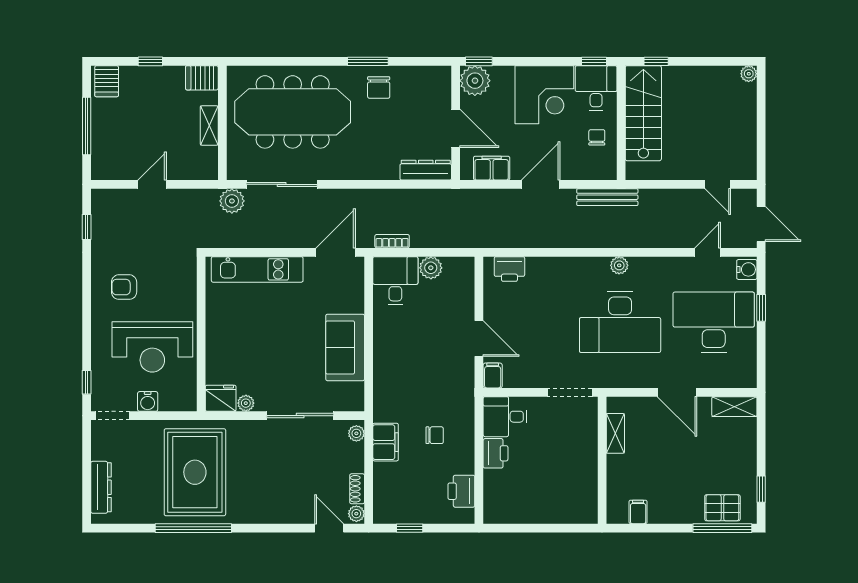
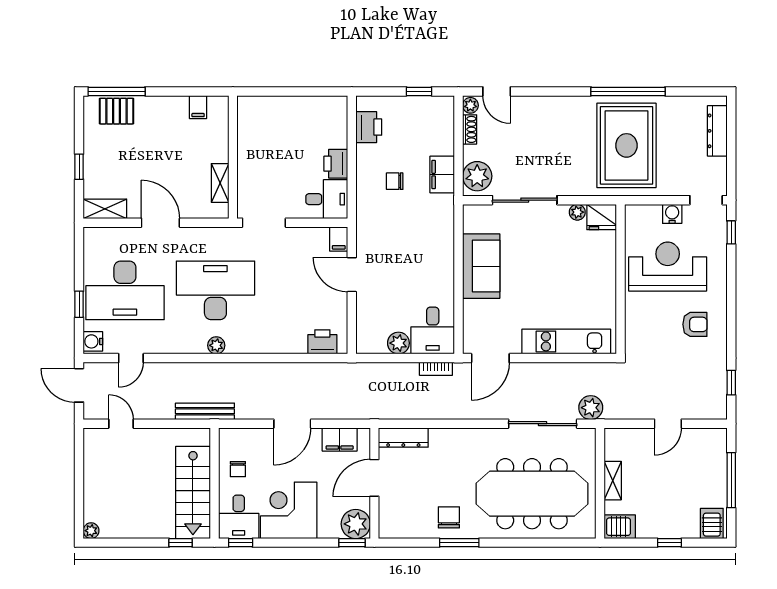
door: (456, 128) -> (374, 478), hinge flipped
bench: (607, 197) -> (205, 411), moved
plant: (356, 433) -> (477, 176), width x1.88, depth x1.88
window: (761, 489) -> (79, 167), moved

